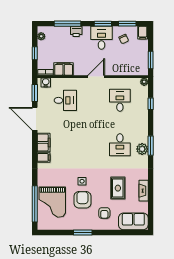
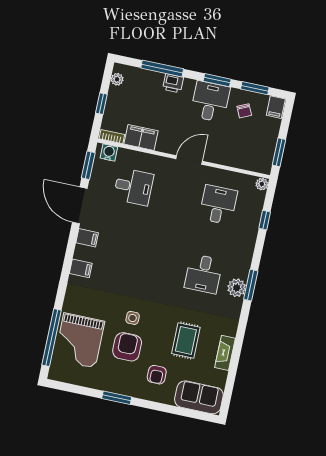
filing cabinet: (44, 142) -> (87, 238), width x0.50

